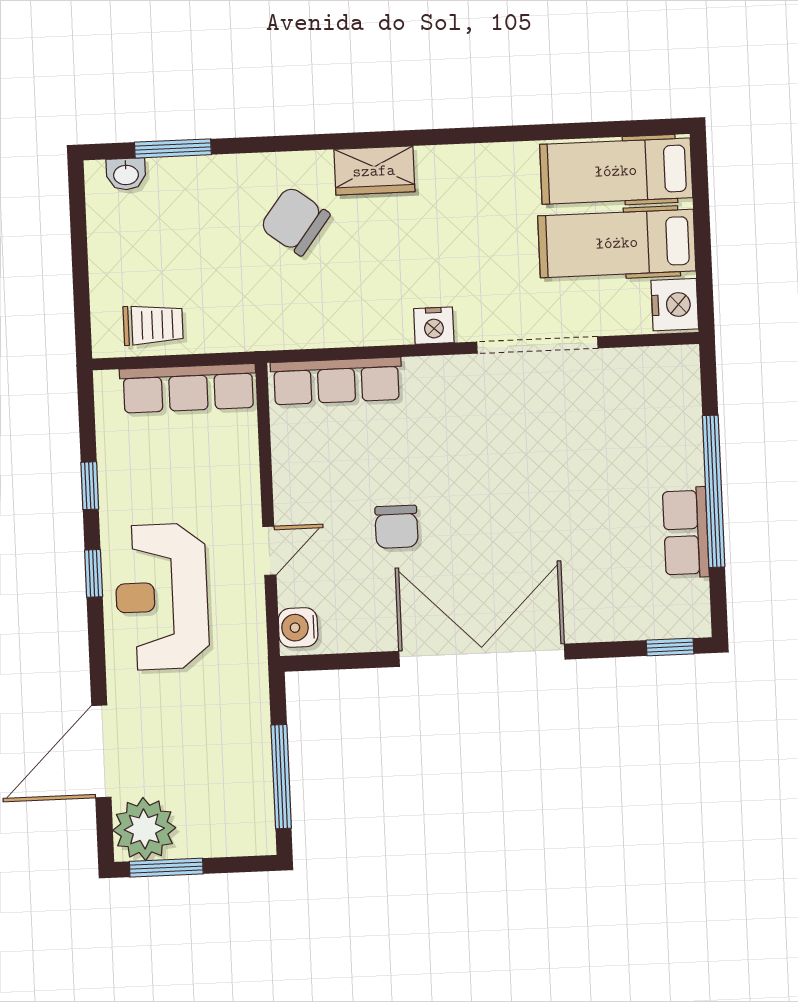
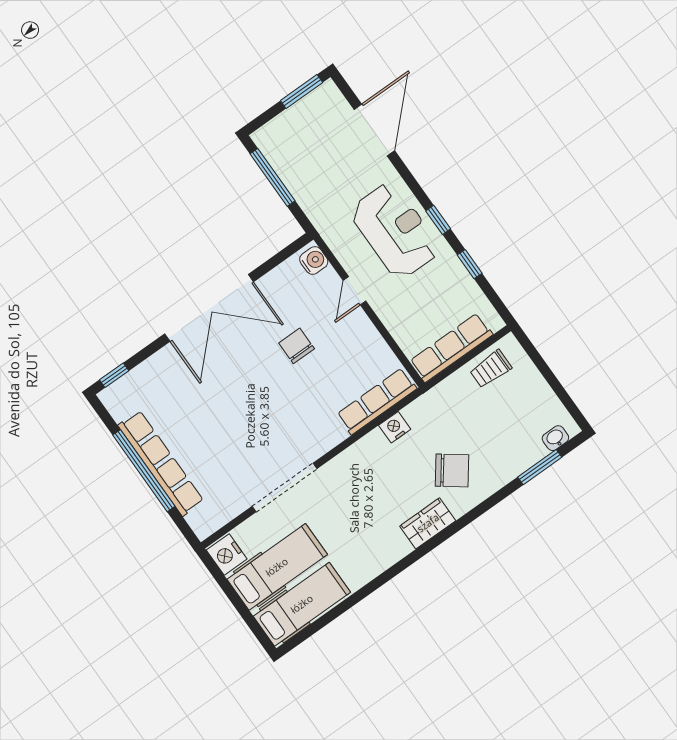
nightstand: (434, 326) -> (395, 427), moved
row of seats: (686, 532) -> (161, 463), width x2.02
plant: (144, 829) -> (326, 104), removed

